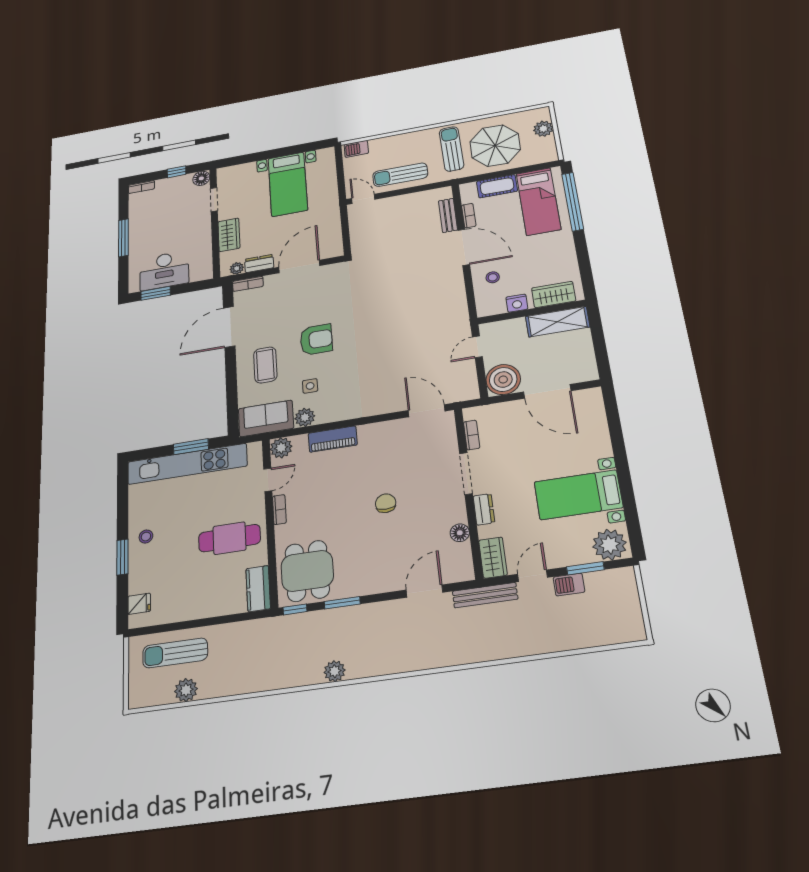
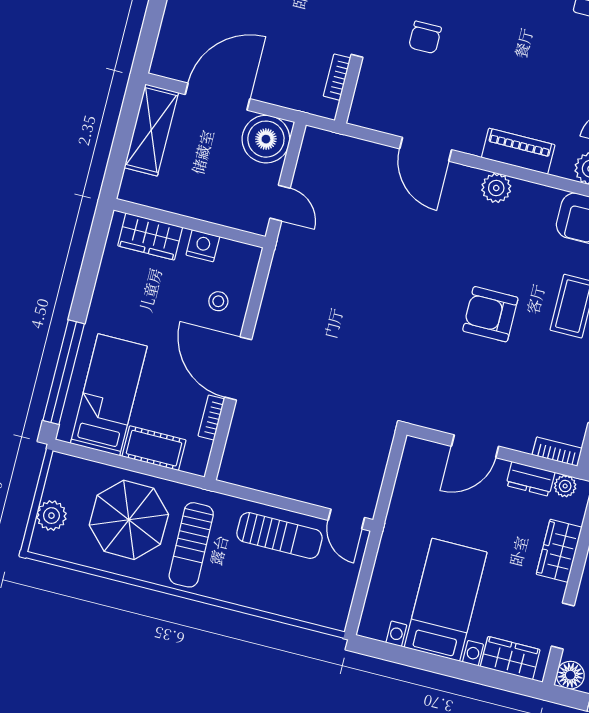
barbecue: (356, 149) -> (326, 614), removed
wardrobe: (239, 172) -> (510, 658), added
bench: (448, 215) -> (239, 432), removed
door: (299, 266) -> (475, 446), width x0.73
shelving: (558, 322) -> (151, 130), moved, turned 90
door: (477, 347) -> (280, 203), hinge flipped
side table: (310, 386) -> (522, 245), removed
door: (547, 391) -> (218, 97), hinge flipped
door: (427, 411) -> (426, 149), moved
plant: (305, 417) -> (496, 188), moved
chair: (386, 503) -> (425, 37), moved

